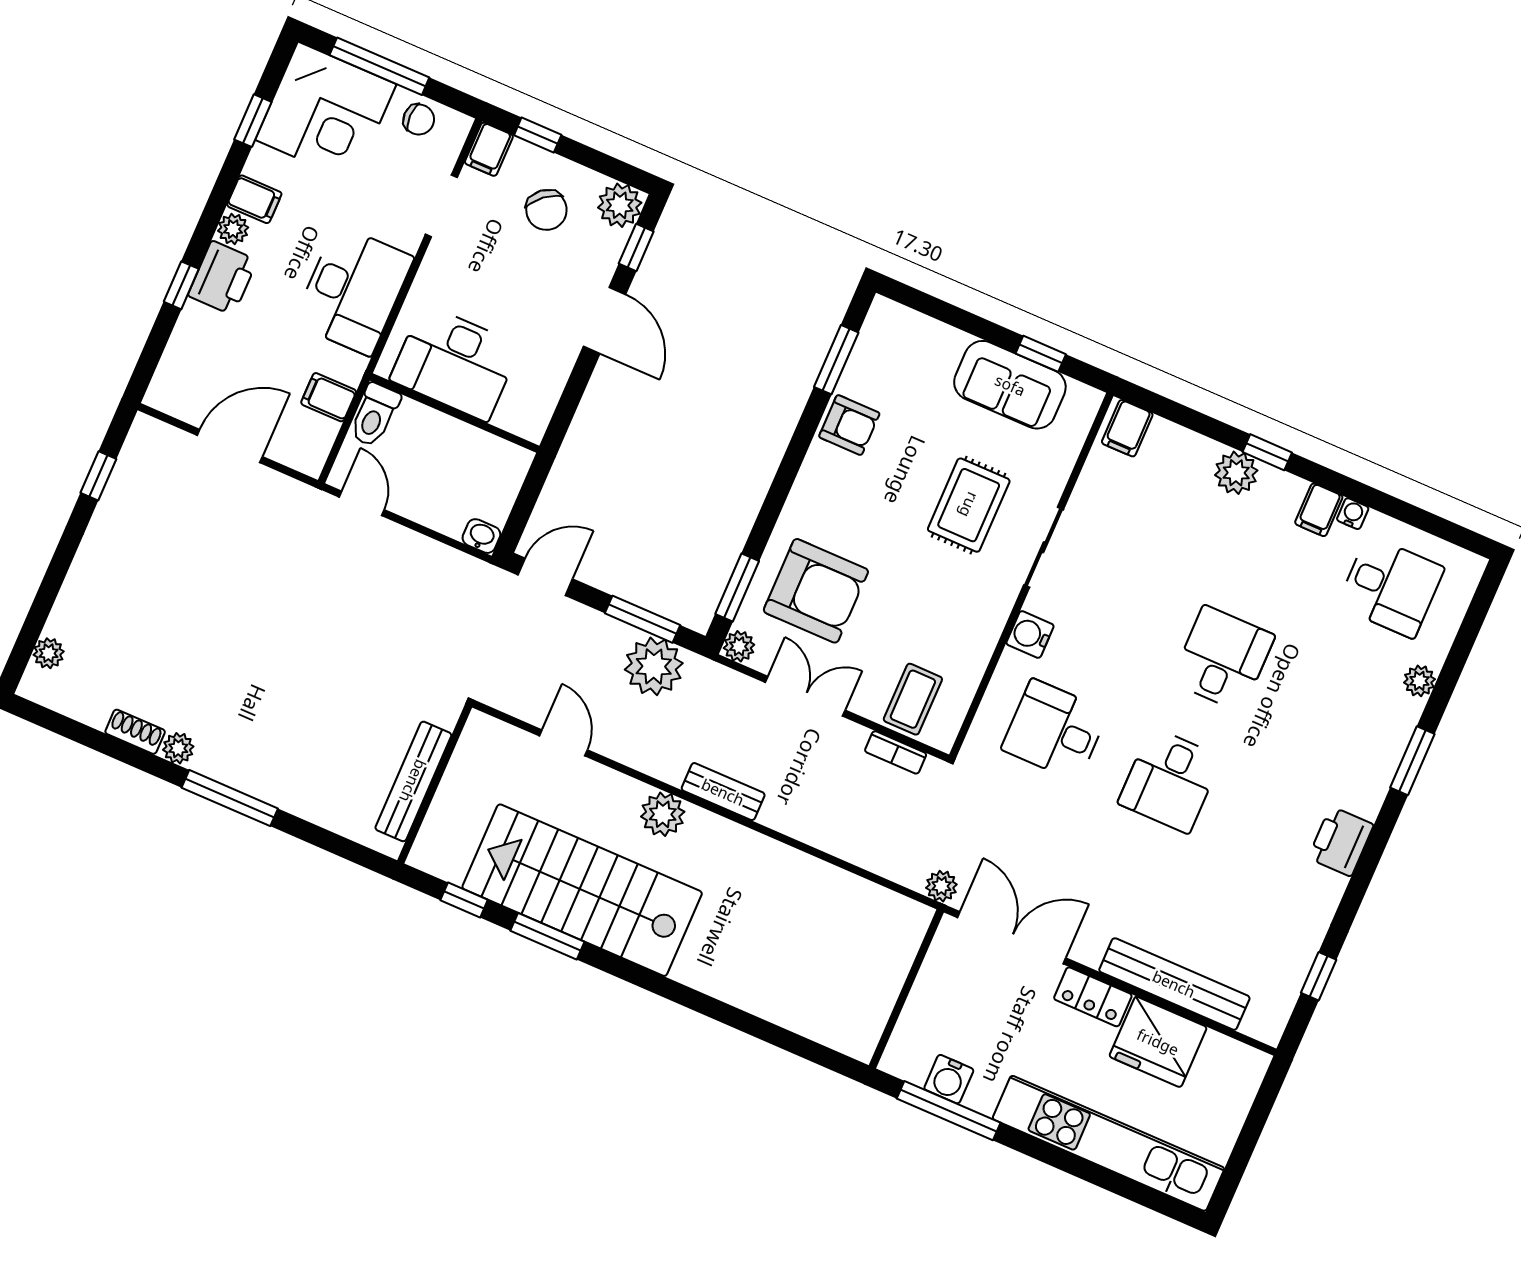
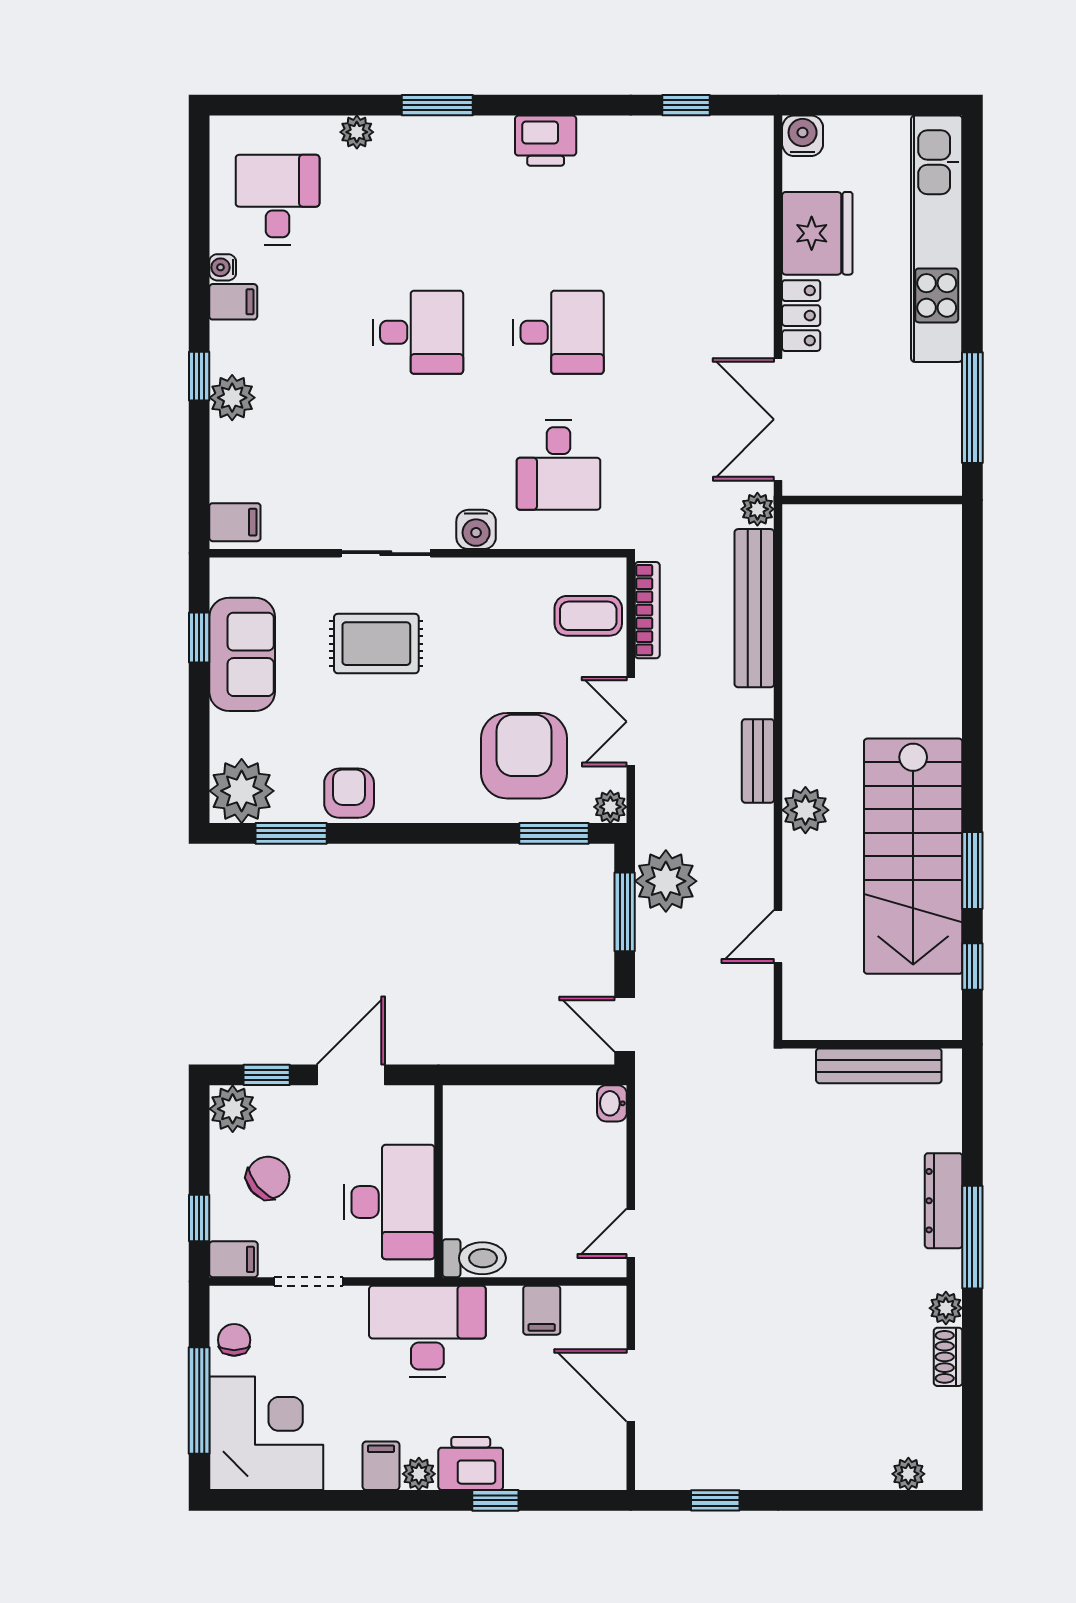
window: (253, 121) -> (305, 1500), removed
plant: (892, 333) -> (242, 791), added
desk: (455, 363) -> (389, 1202), moved
wall: (455, 413) -> (438, 1181), moved
toilet: (374, 415) -> (474, 1258), moved
desk: (1223, 659) -> (418, 332), turned 180
bookcase: (896, 752) -> (647, 610), width x1.56
dresser: (272, 787) -> (944, 1201), added
bench: (1174, 984) -> (754, 608), moved
water cooler: (949, 1079) -> (803, 136), moved, turned -90

